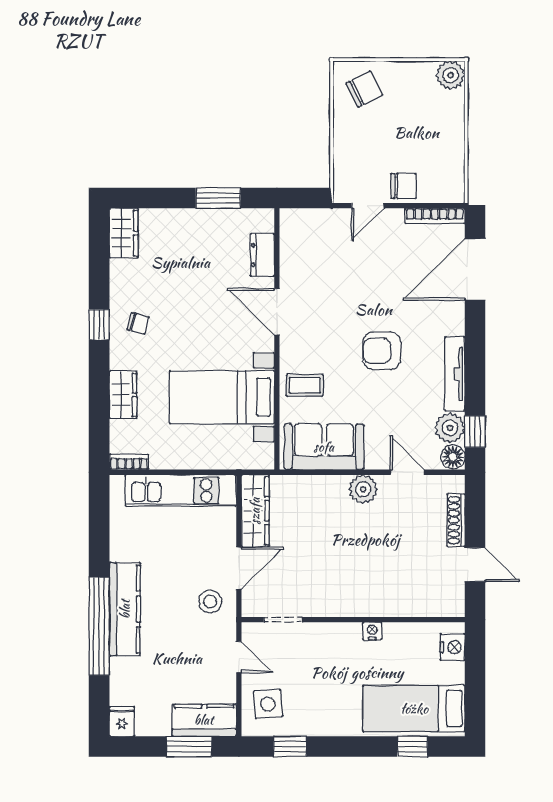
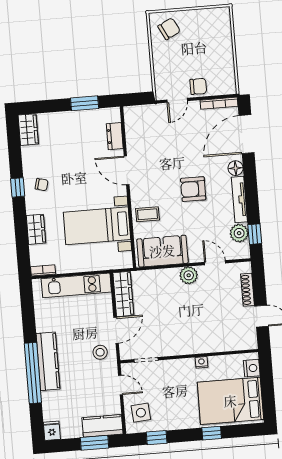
plant: (451, 75) -> (222, 16), removed
floor lamp: (453, 457) -> (236, 168), moved
bed: (414, 709) -> (230, 401), width x1.50
window: (412, 747) -> (212, 433), moved

